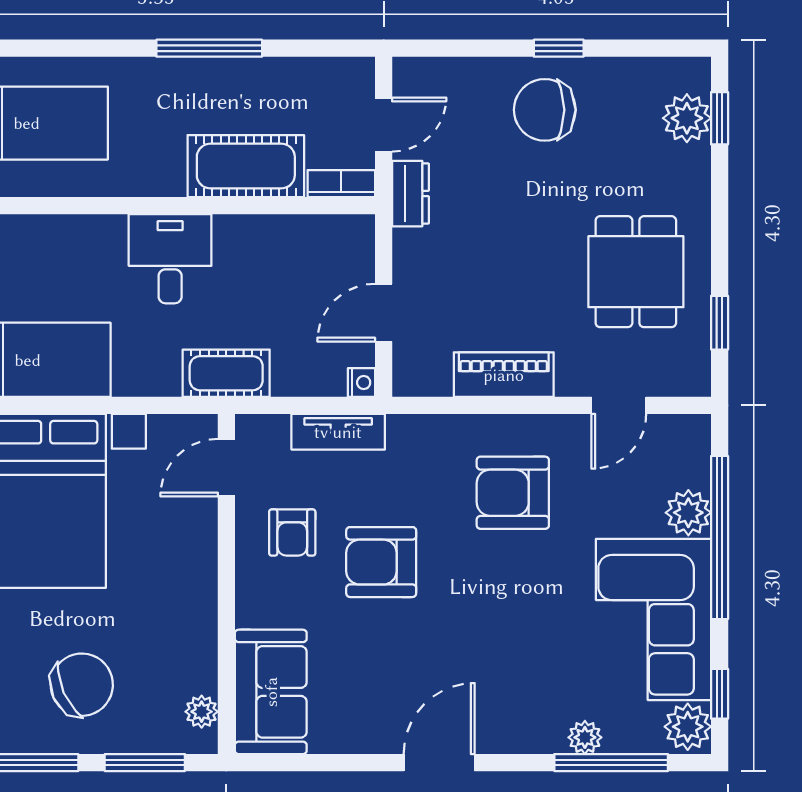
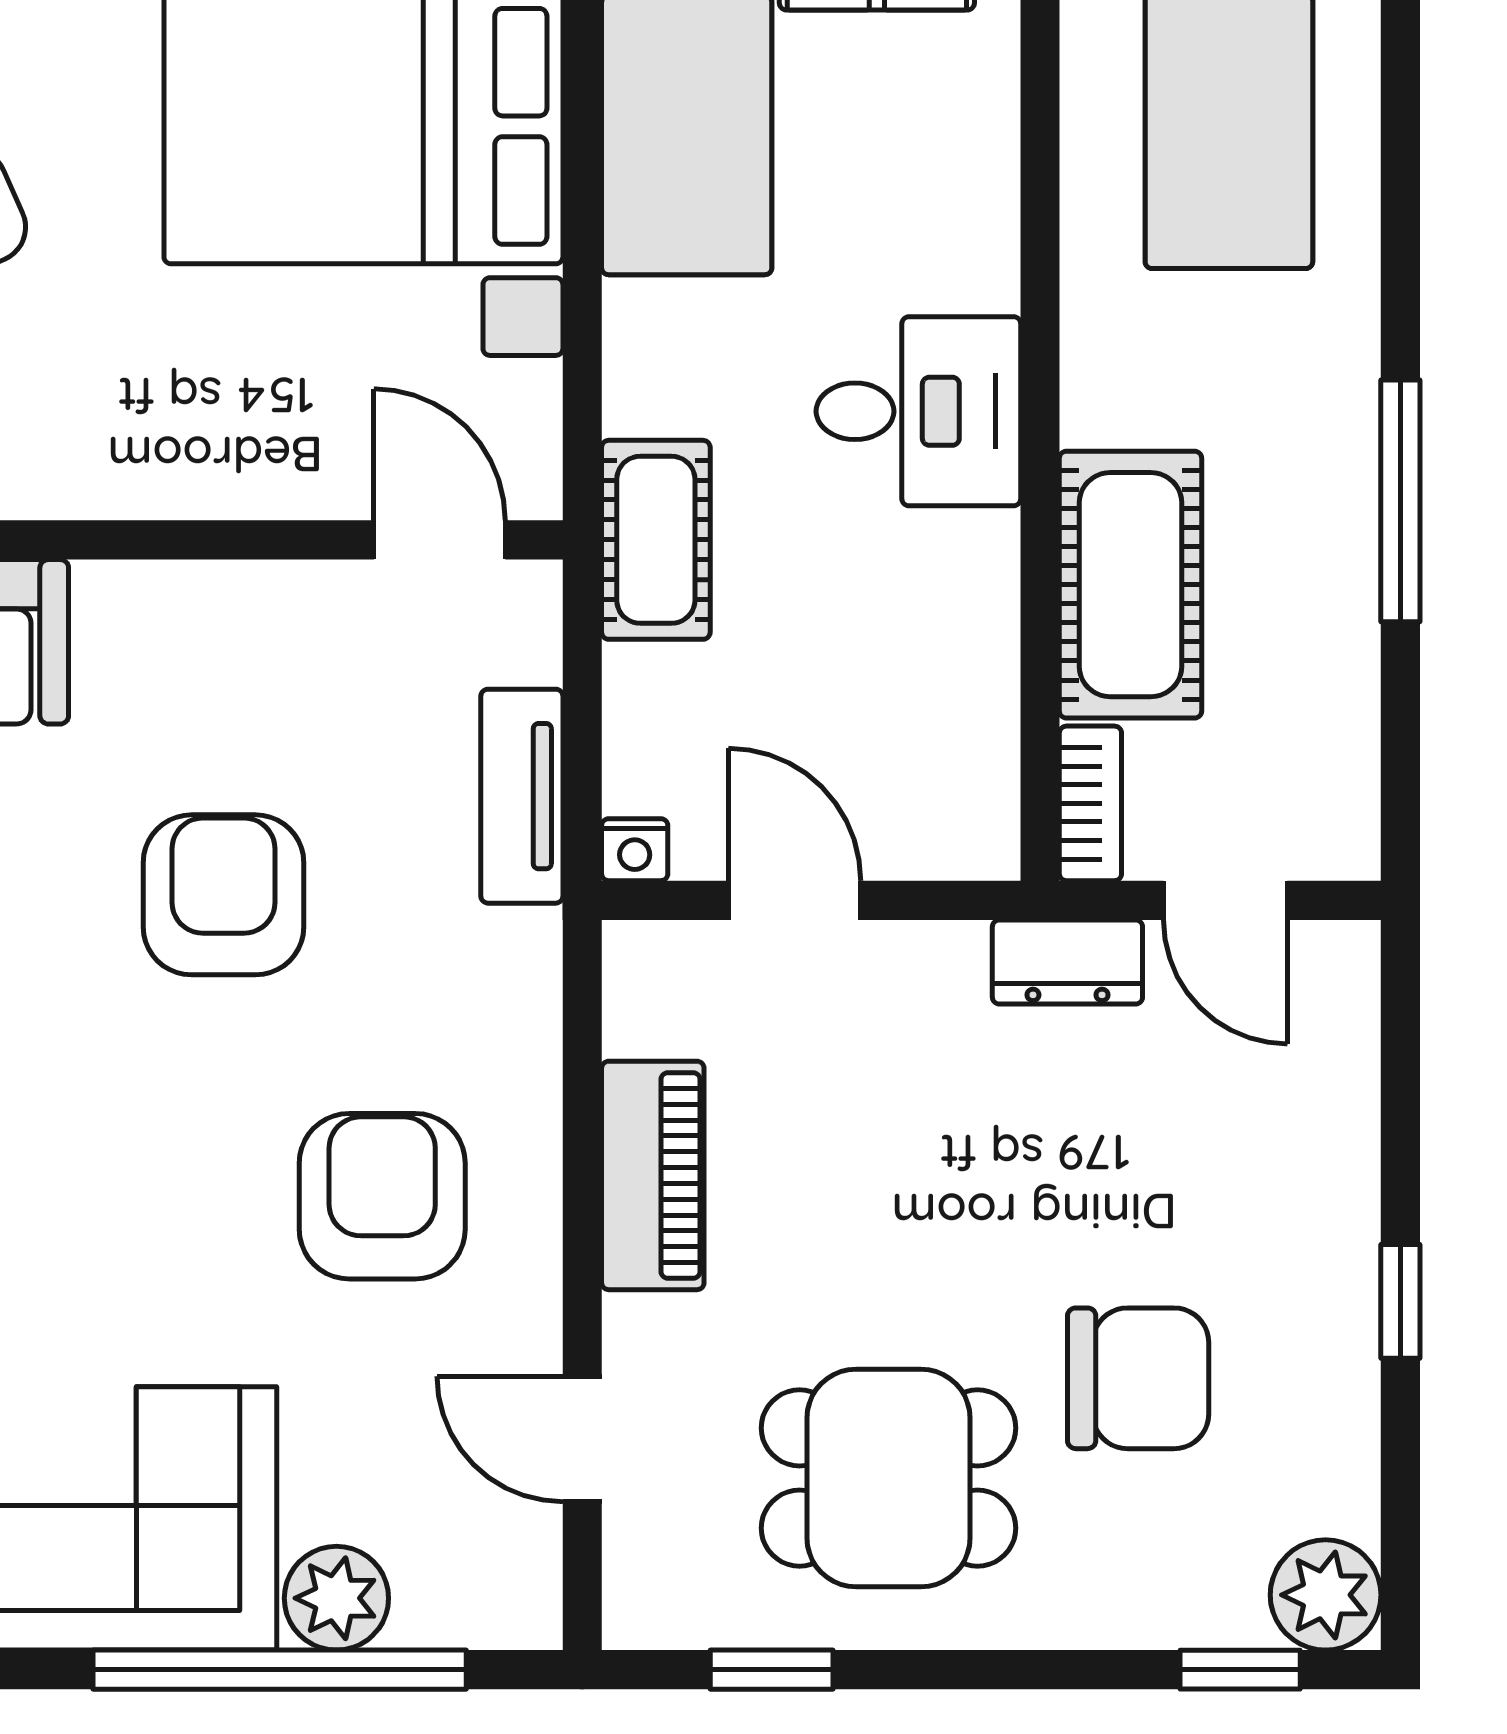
chair: (545, 110) -> (1138, 1378), moved, turned 90
plant: (687, 118) -> (1326, 1595), moved
armchair: (292, 533) -> (291, 691), removed

